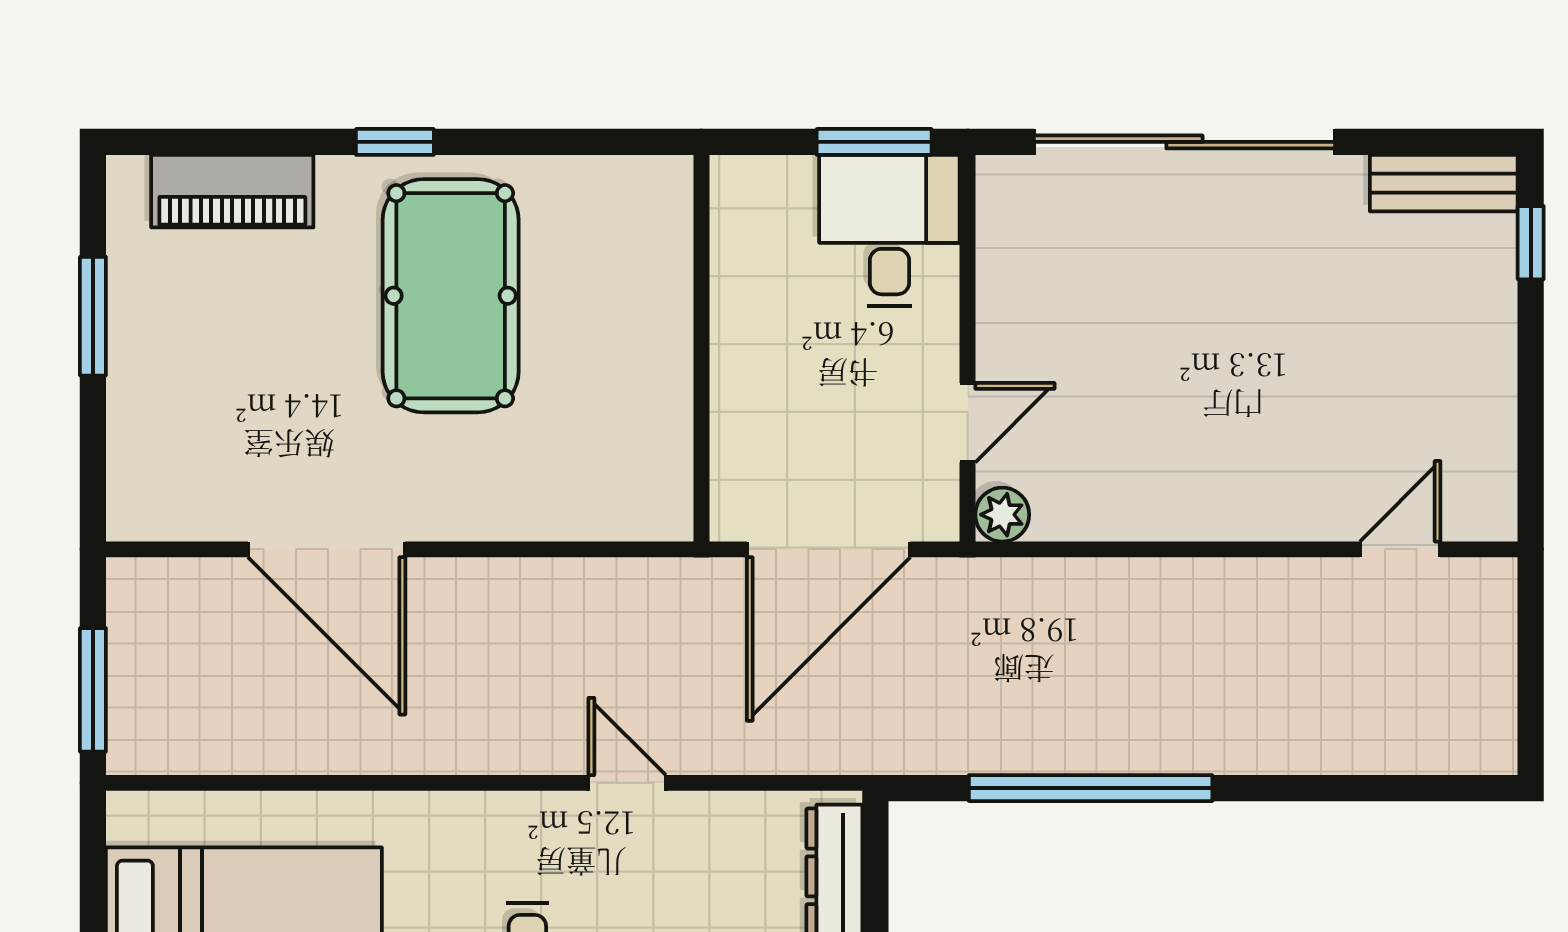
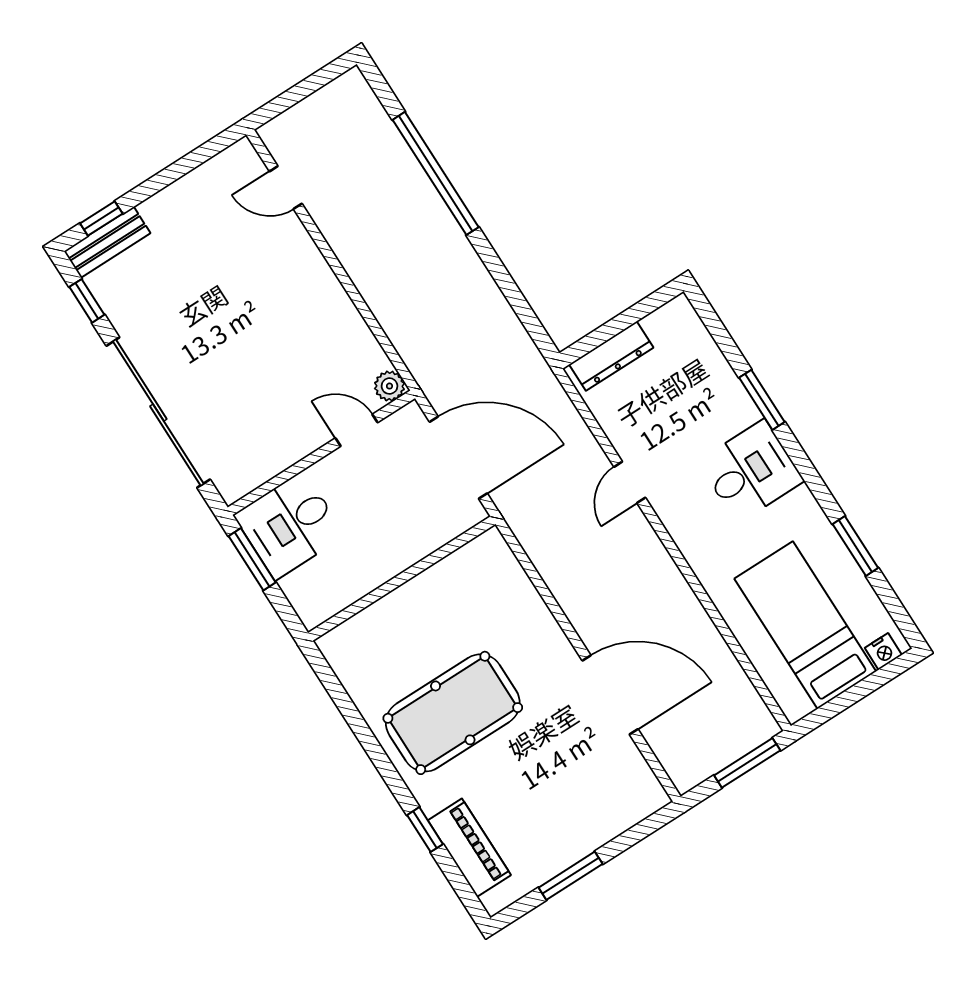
window: (395, 142) -> (425, 830), moved
window: (1421, 142) -> (87, 301), added
bench: (1444, 183) -> (107, 242), moved, turned 90
door: (327, 549) -> (610, 695), hinge flipped
window: (1091, 788) -> (436, 173), moved

